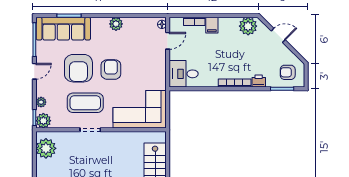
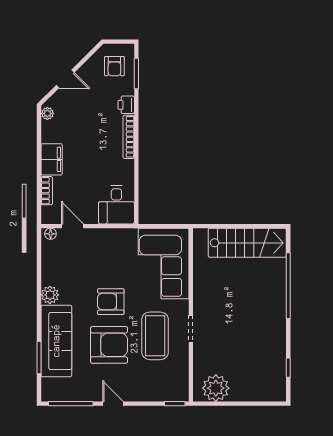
filing cabinet: (212, 25) -> (52, 159), width x2.00
plant: (248, 26) -> (47, 113), width x0.53, depth x0.53
sofa: (63, 29) -> (56, 341), moved
door: (278, 35) -> (65, 79), swing flipped
plant: (41, 102) -> (154, 395), removed
plant: (43, 121) -> (179, 392), removed

